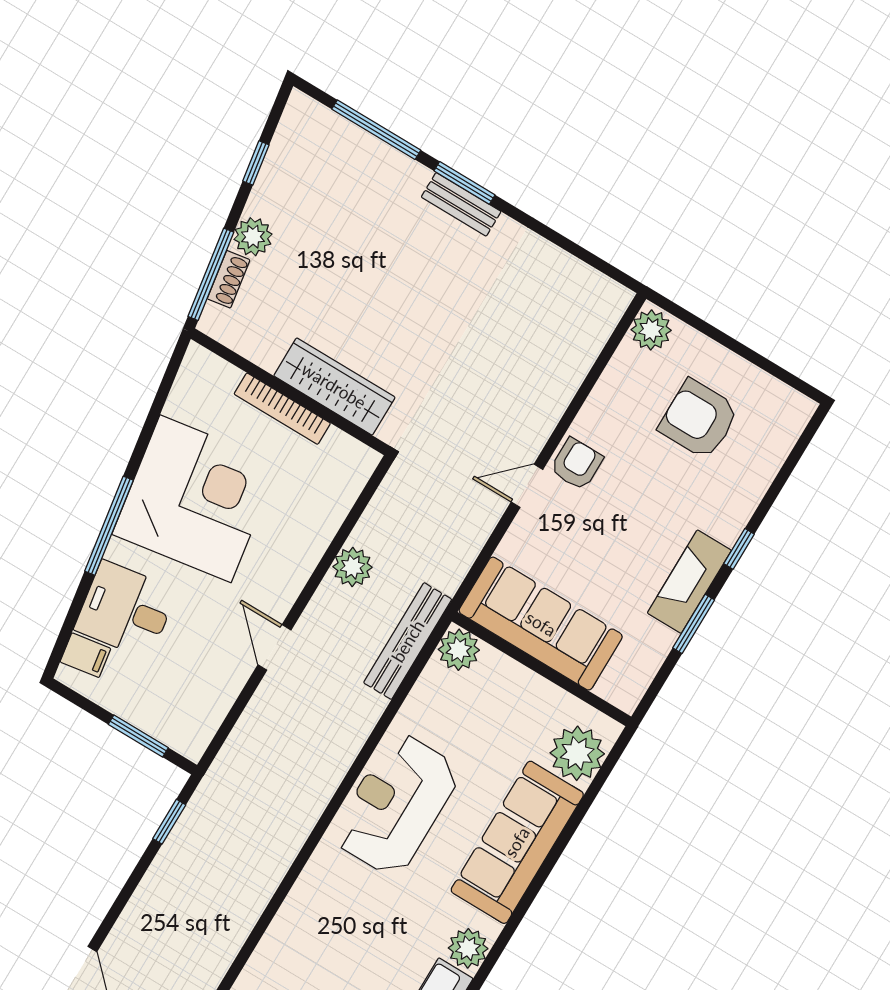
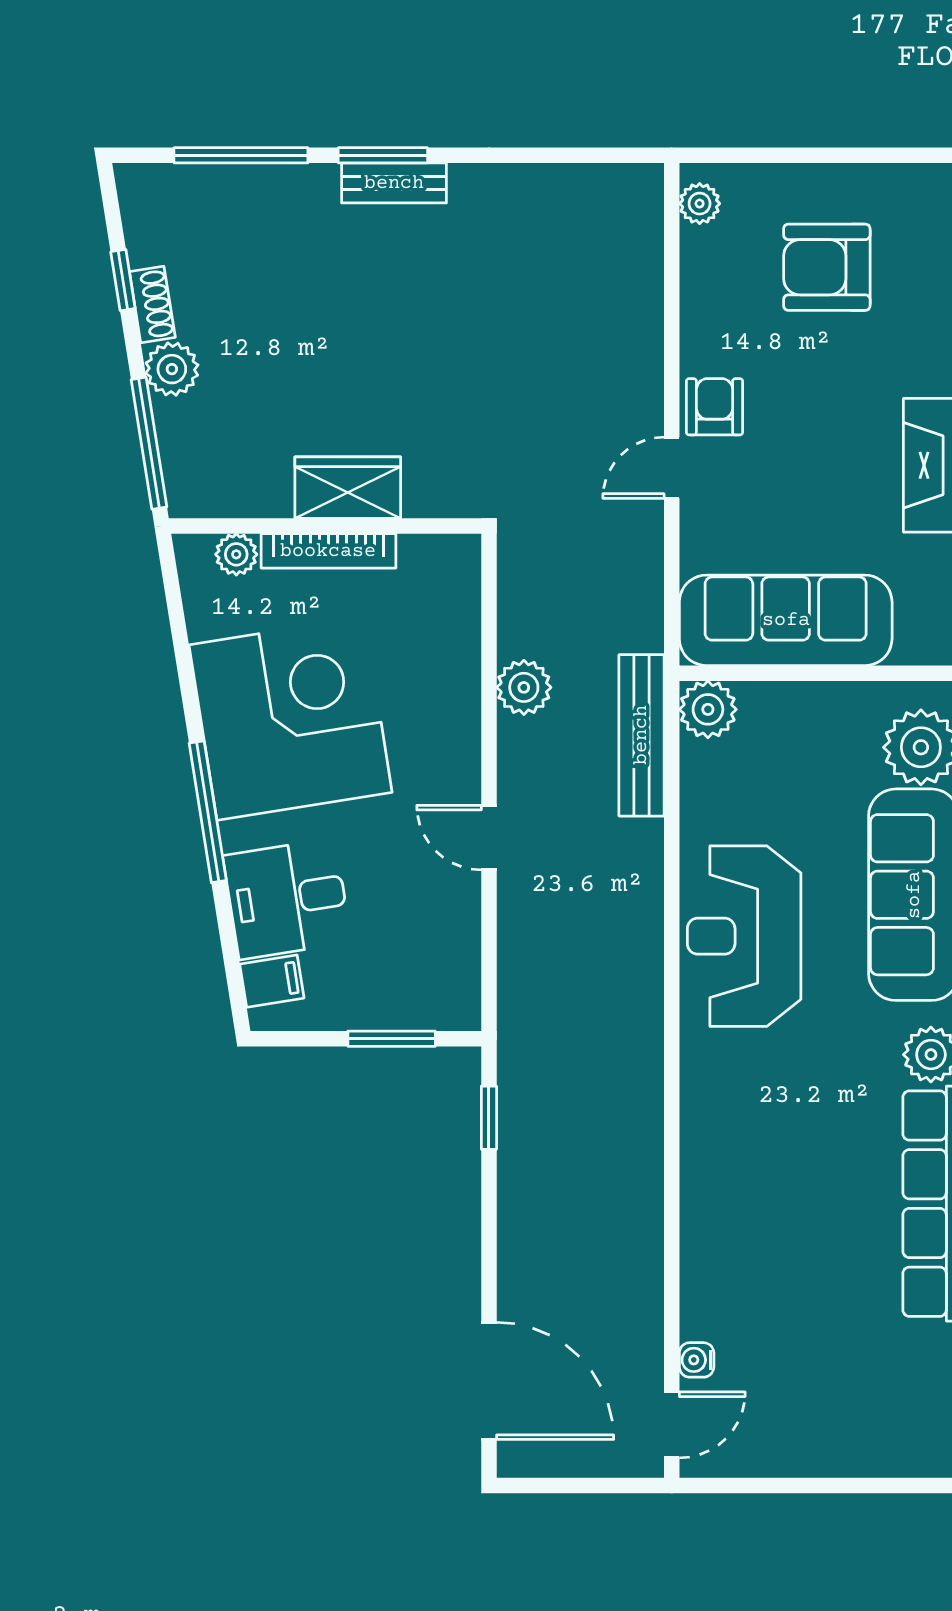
shoe rack: (229, 279) -> (152, 305), moved
plant: (651, 330) -> (700, 204), width x0.73, depth x0.73
plant: (224, 376) -> (236, 554), added
wardrobe: (334, 386) -> (348, 488), width x0.67

